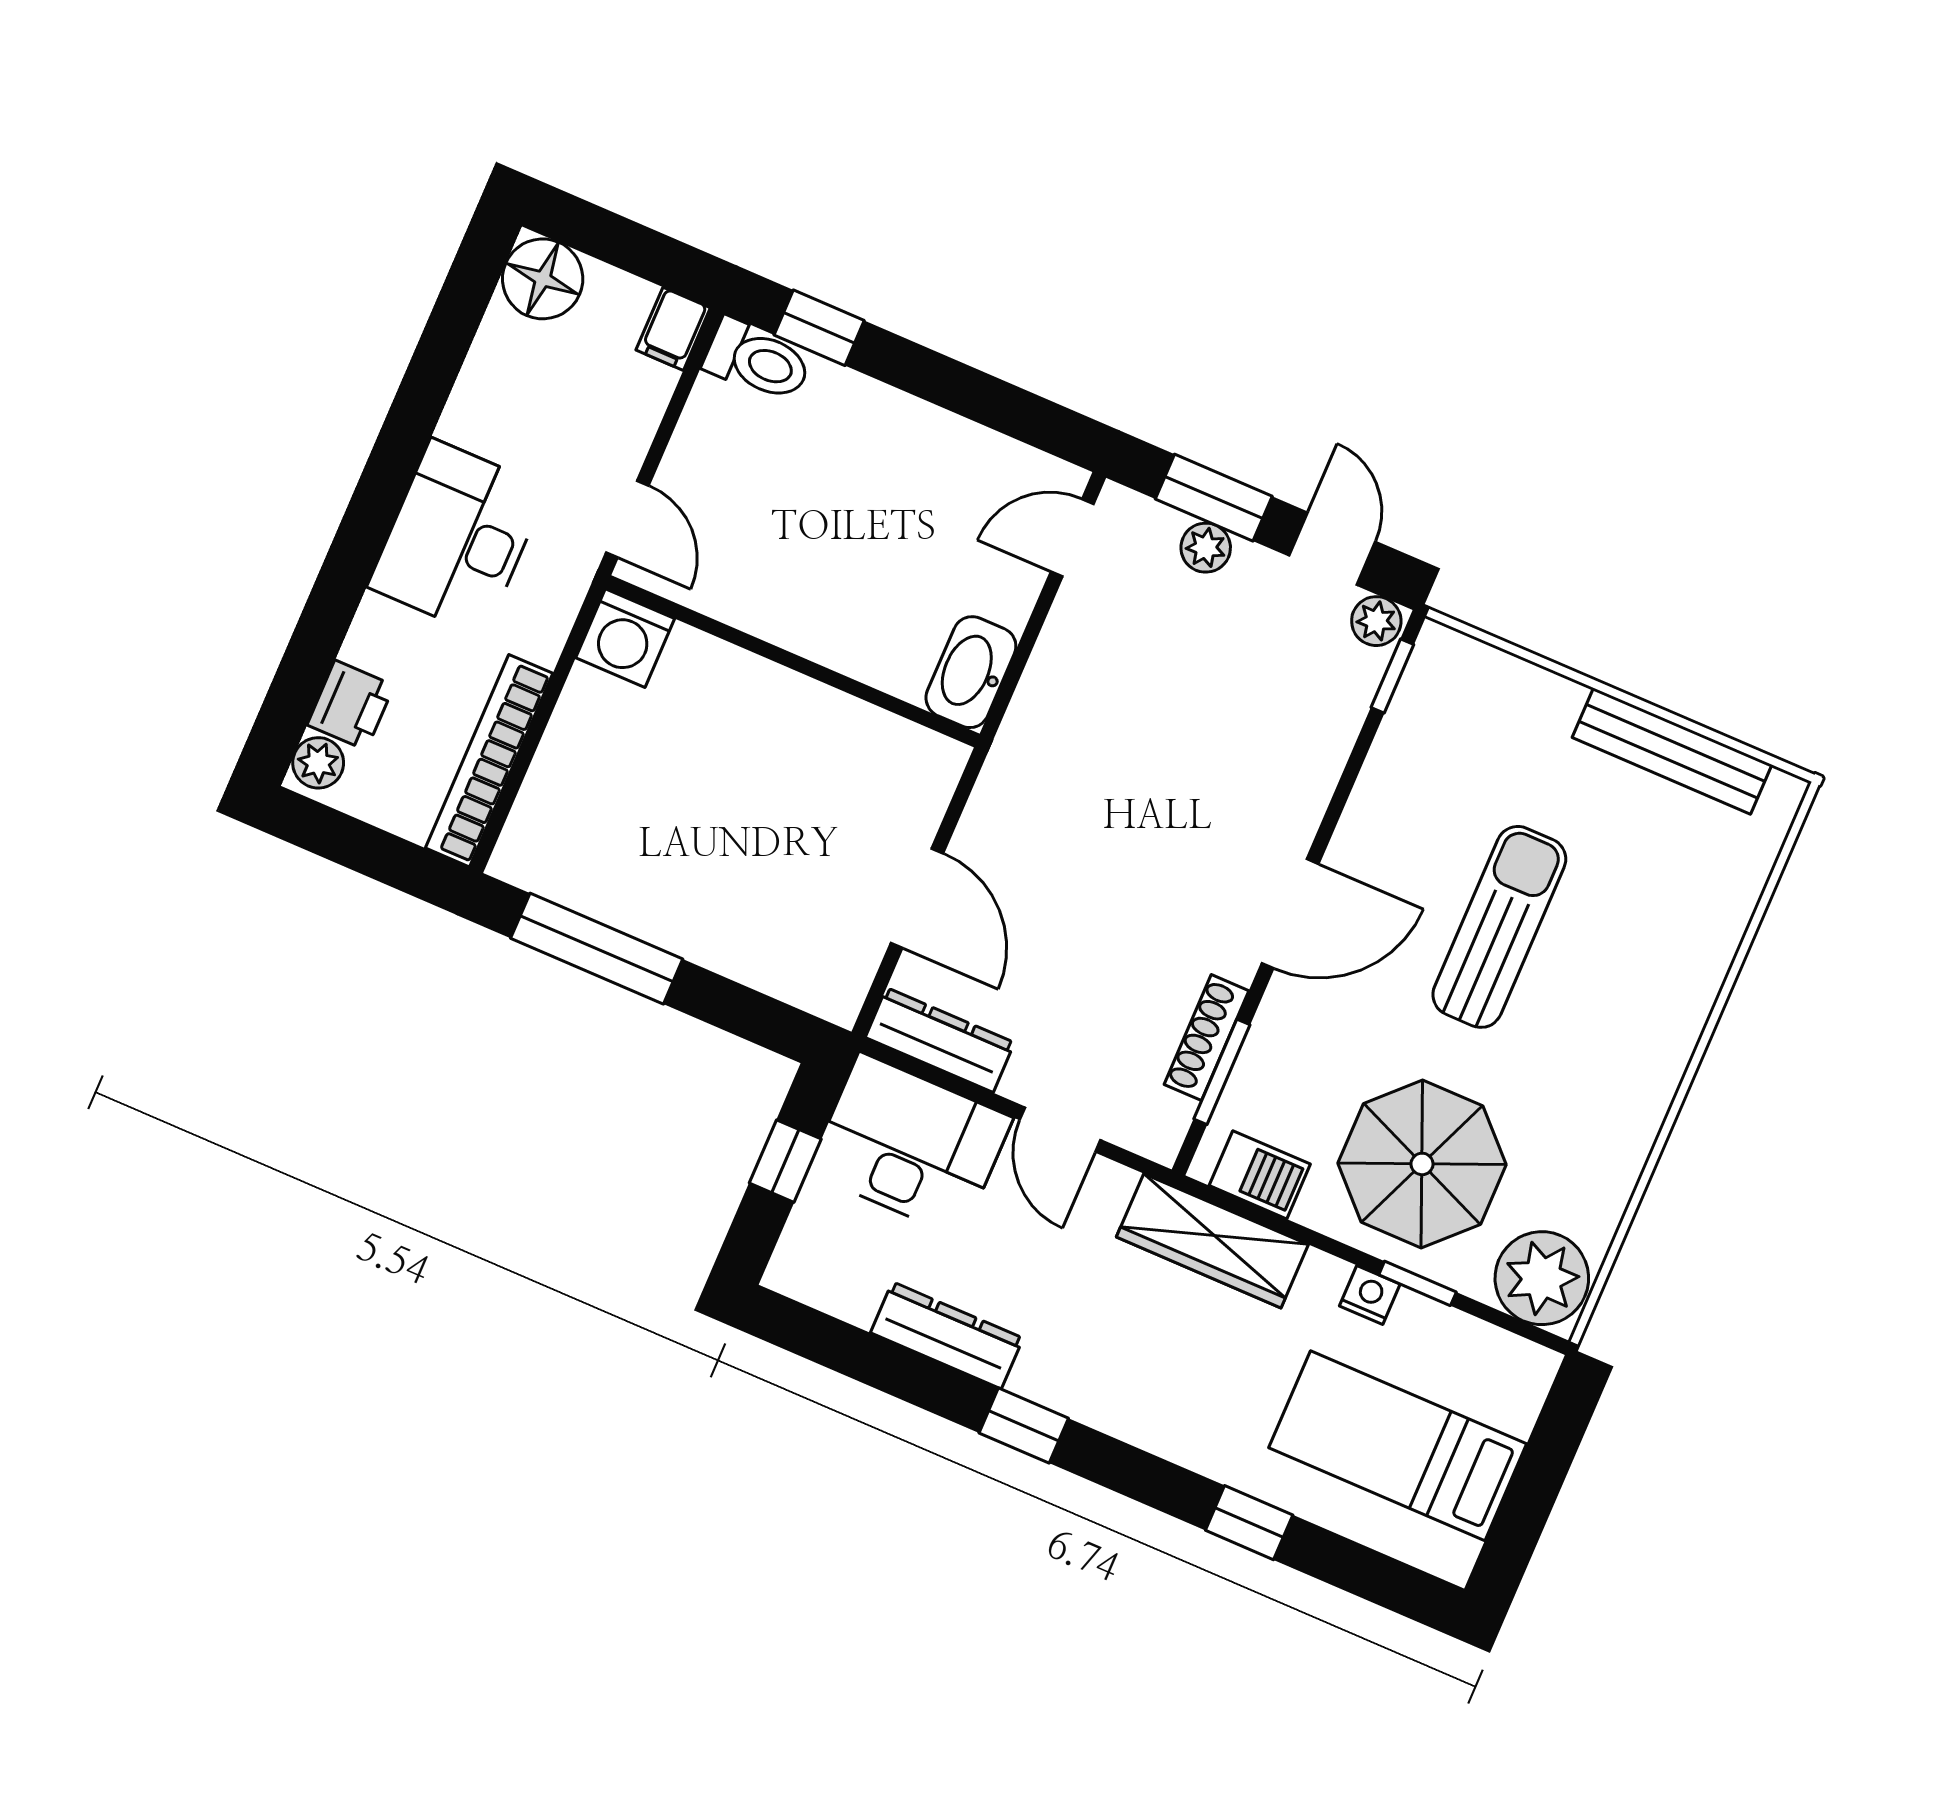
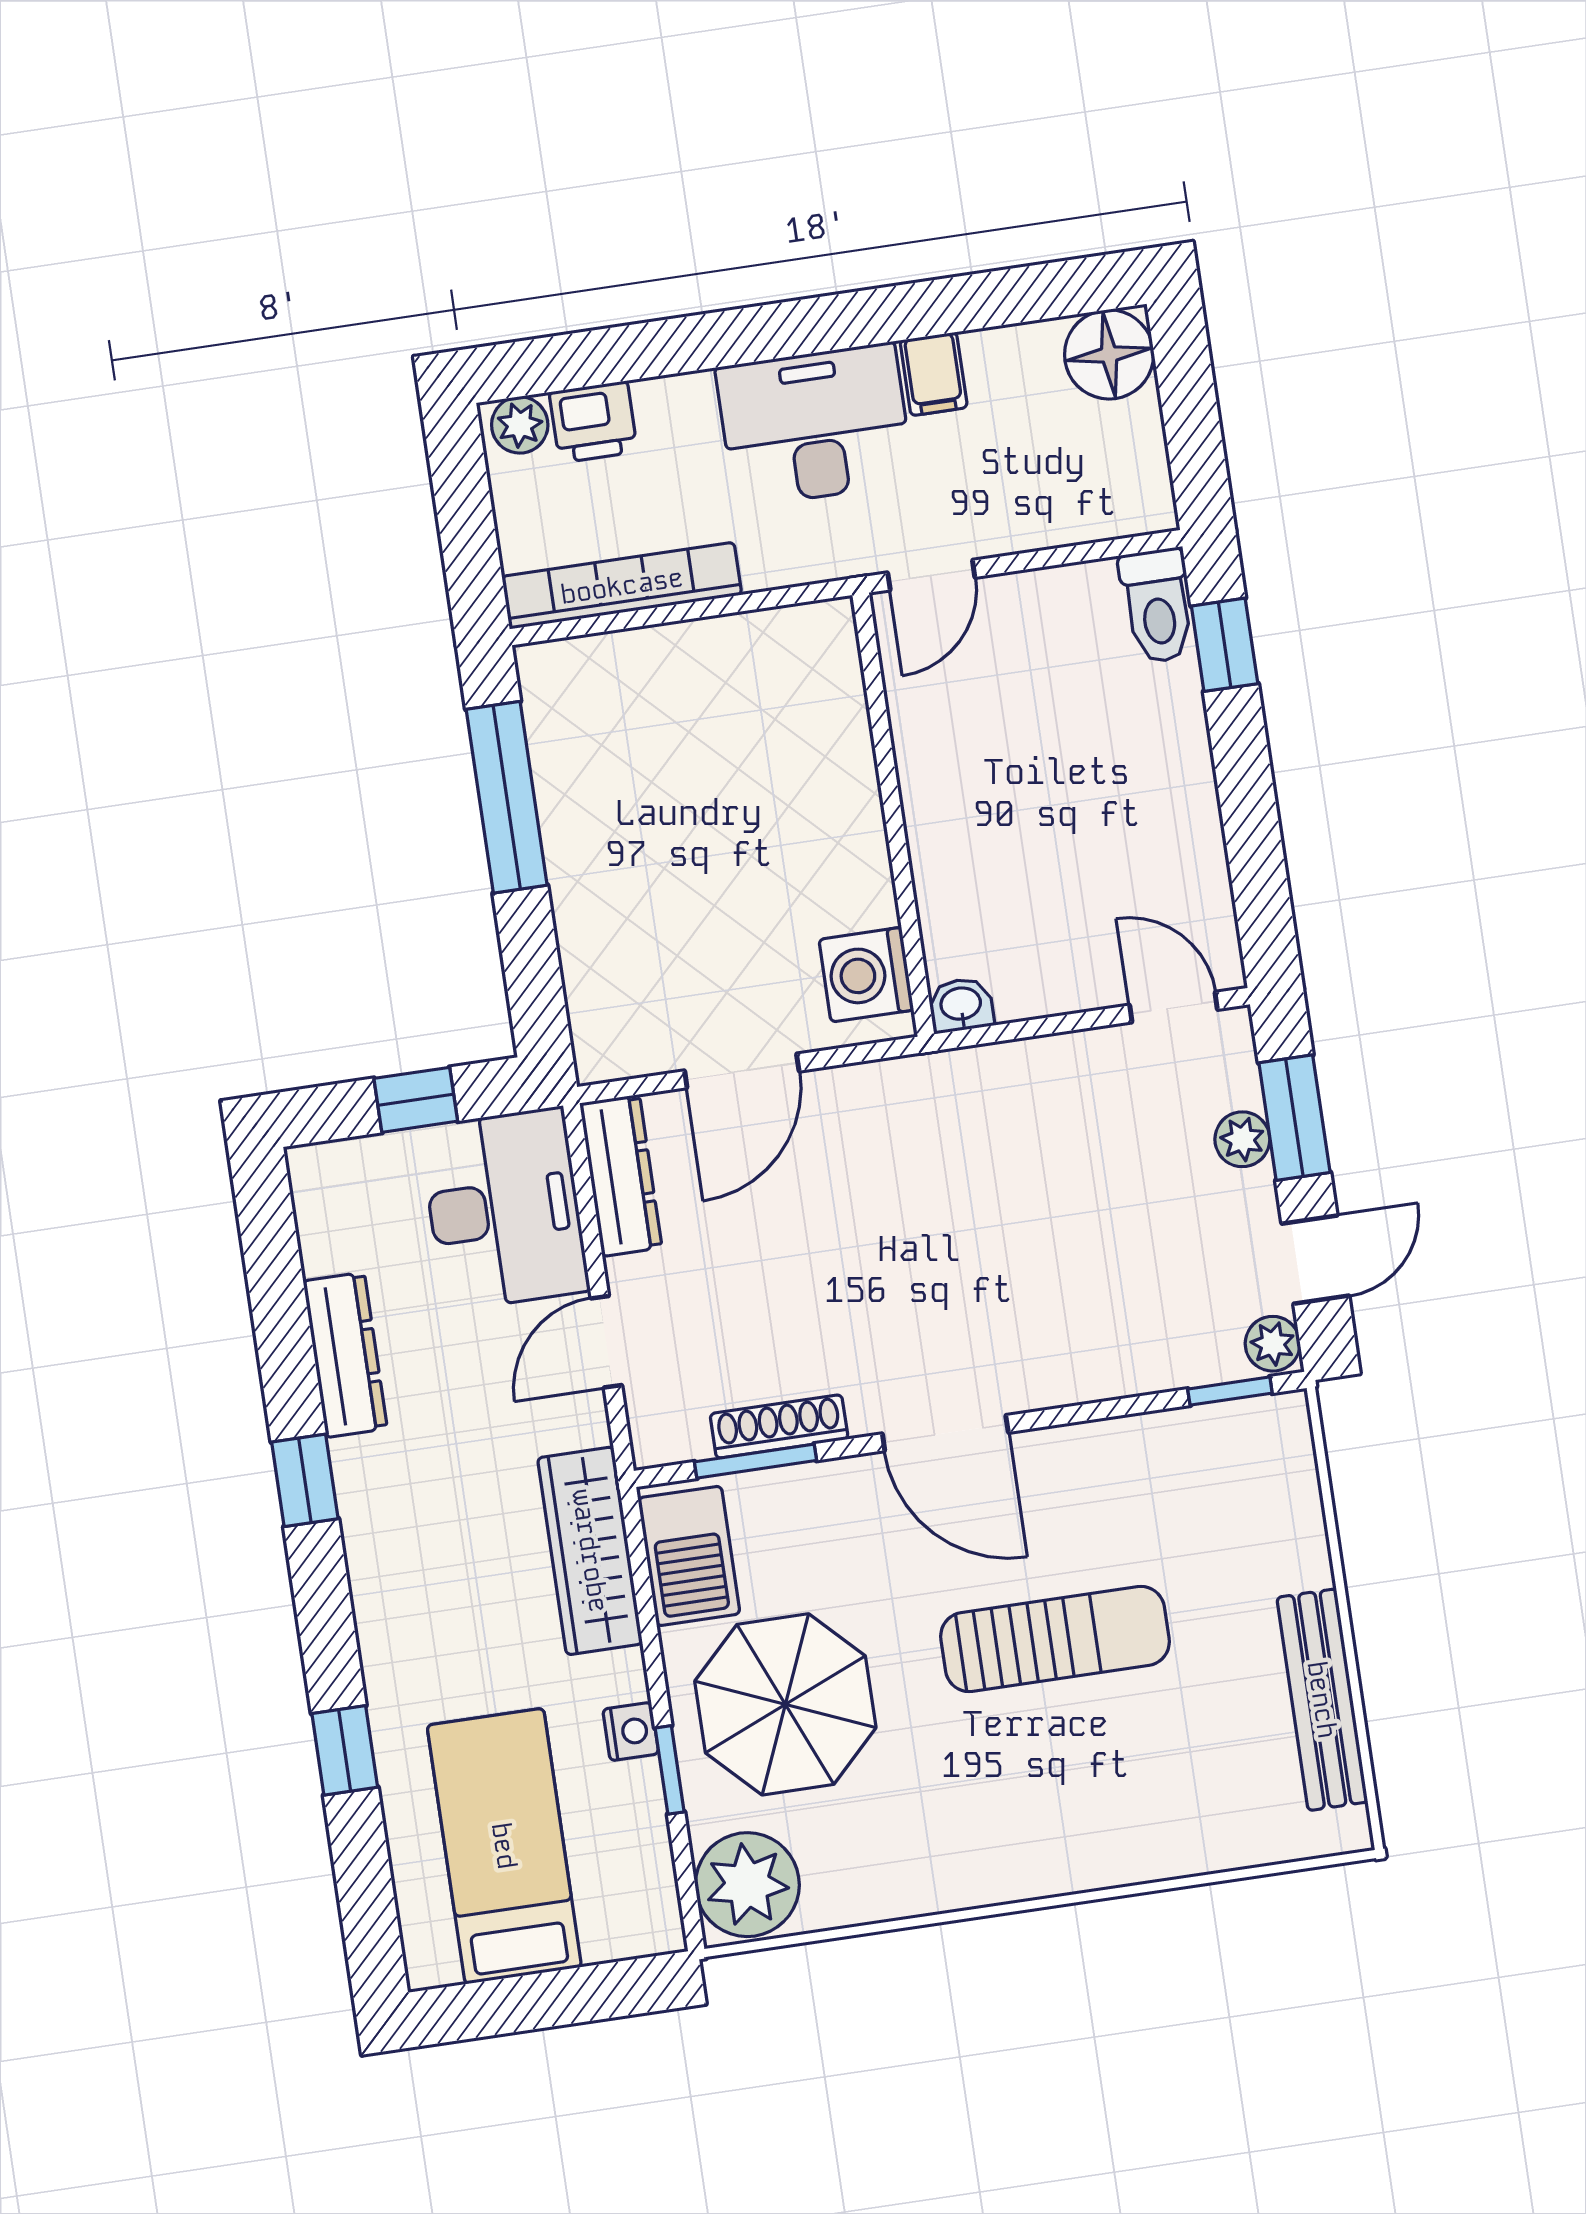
filing cabinet: (673, 329) -> (934, 374), moved, turned -90
washing machine: (625, 638) -> (866, 975), moved
washbasin: (971, 672) -> (961, 1005), width x0.52, depth x0.69
barbecue: (1260, 1175) -> (689, 1556), width x1.38, depth x1.27

